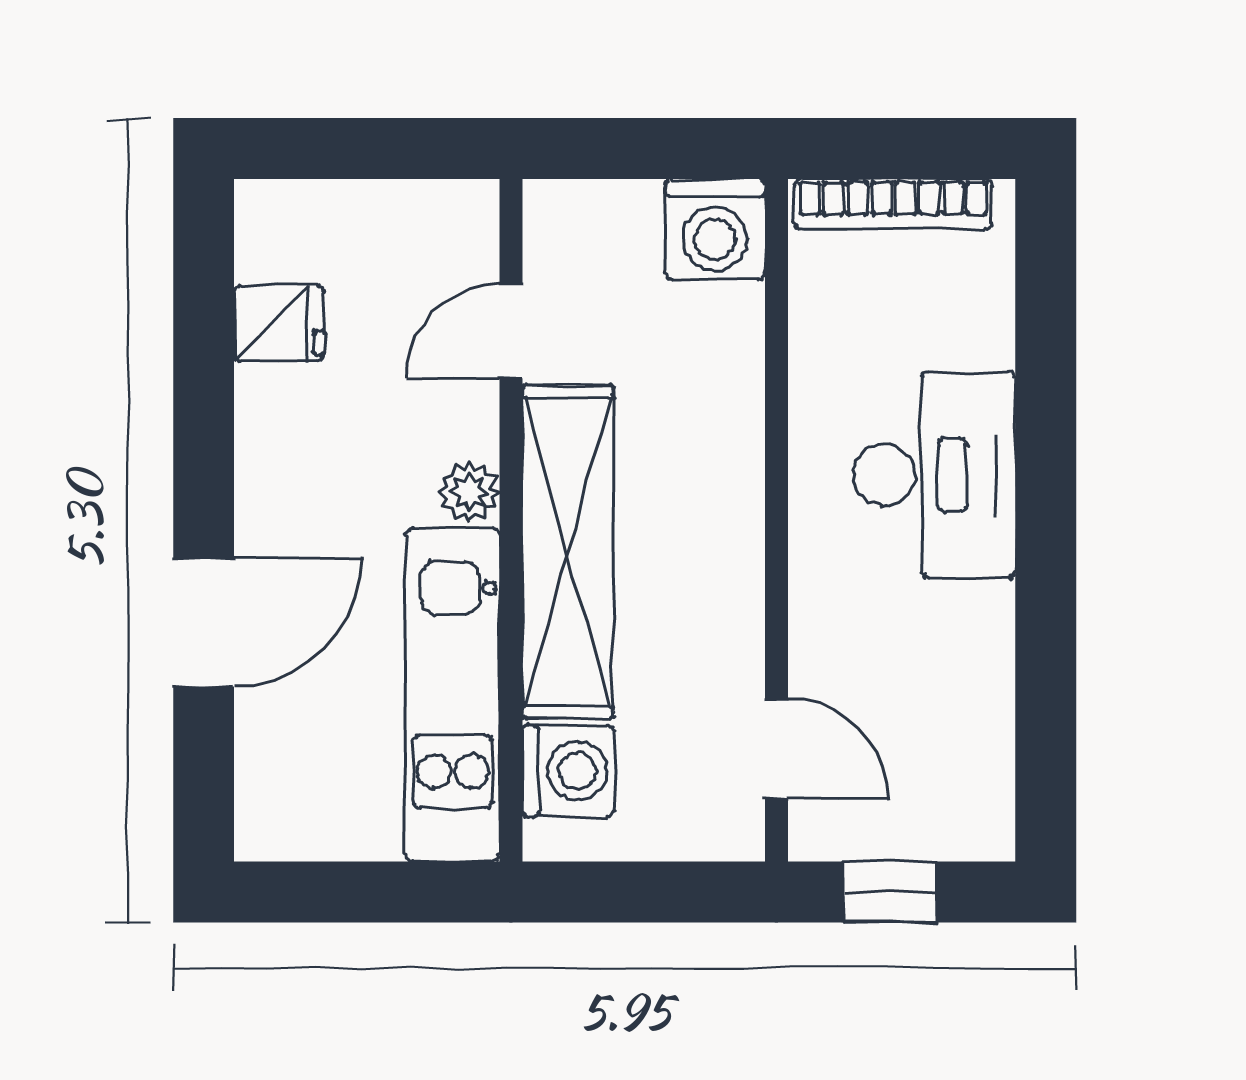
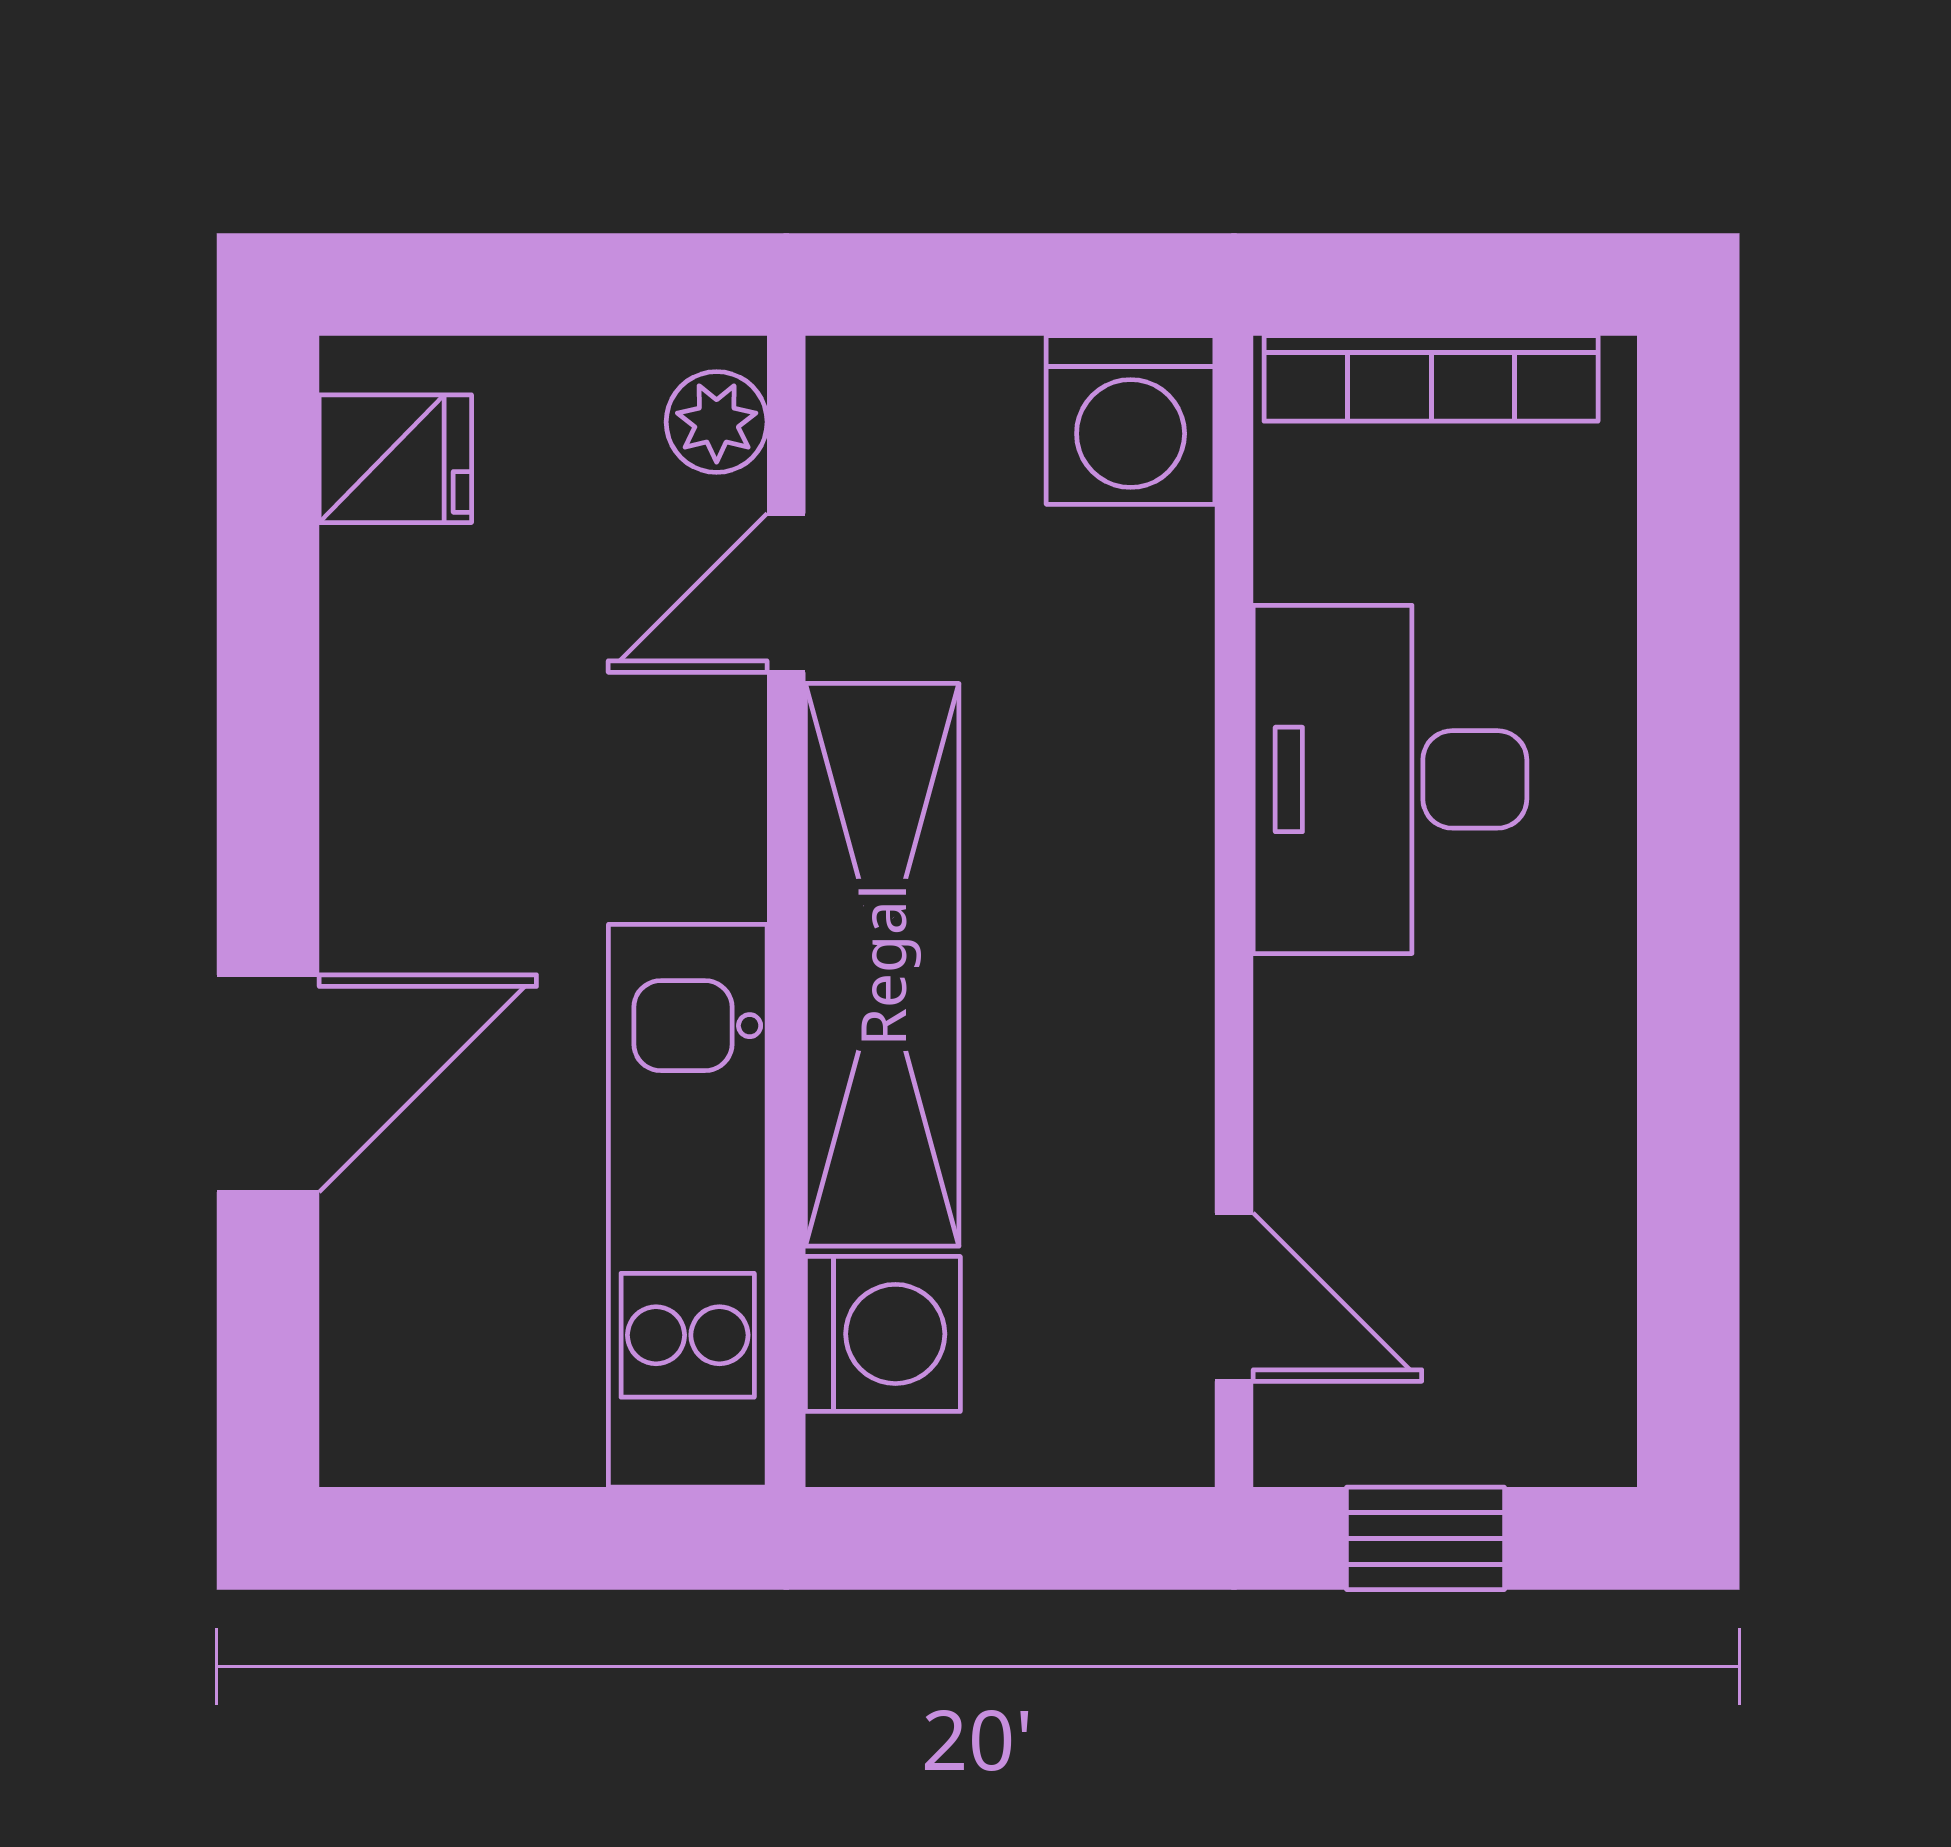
fridge: (279, 323) -> (395, 459), moved
desk: (934, 475) -> (1390, 779), moved, turned 180
plant: (470, 492) -> (717, 422), moved

